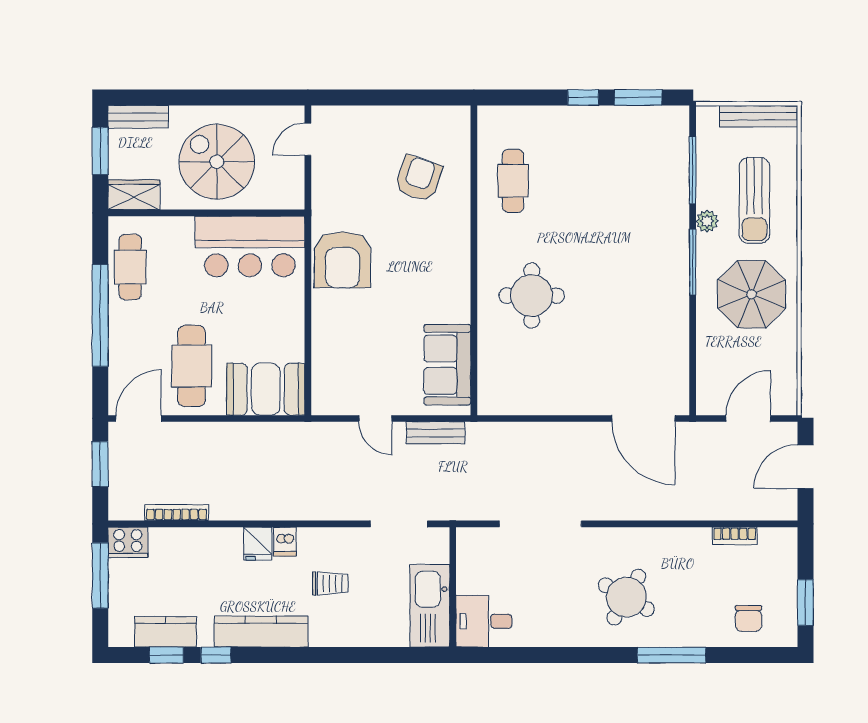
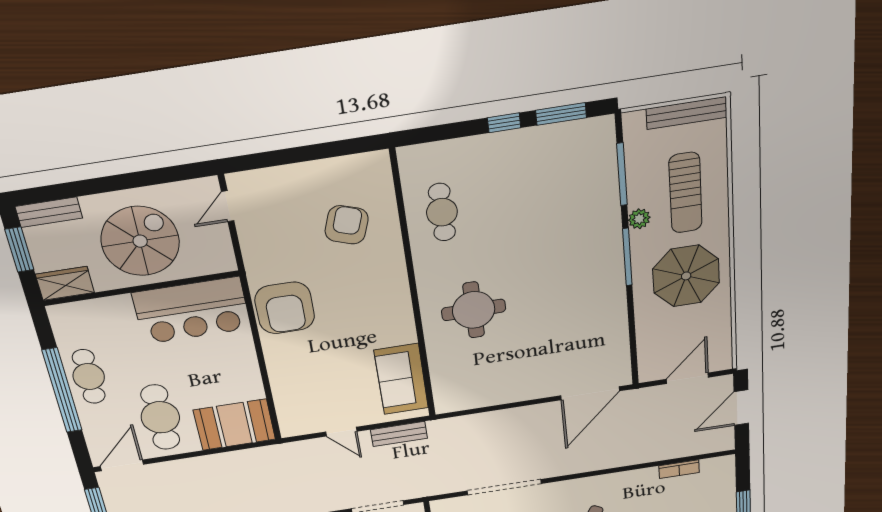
spiral stairs: (217, 162) -> (140, 241), turned 90
cafe table: (130, 267) -> (89, 377), moved
door: (643, 418) -> (590, 393), hinge flipped

